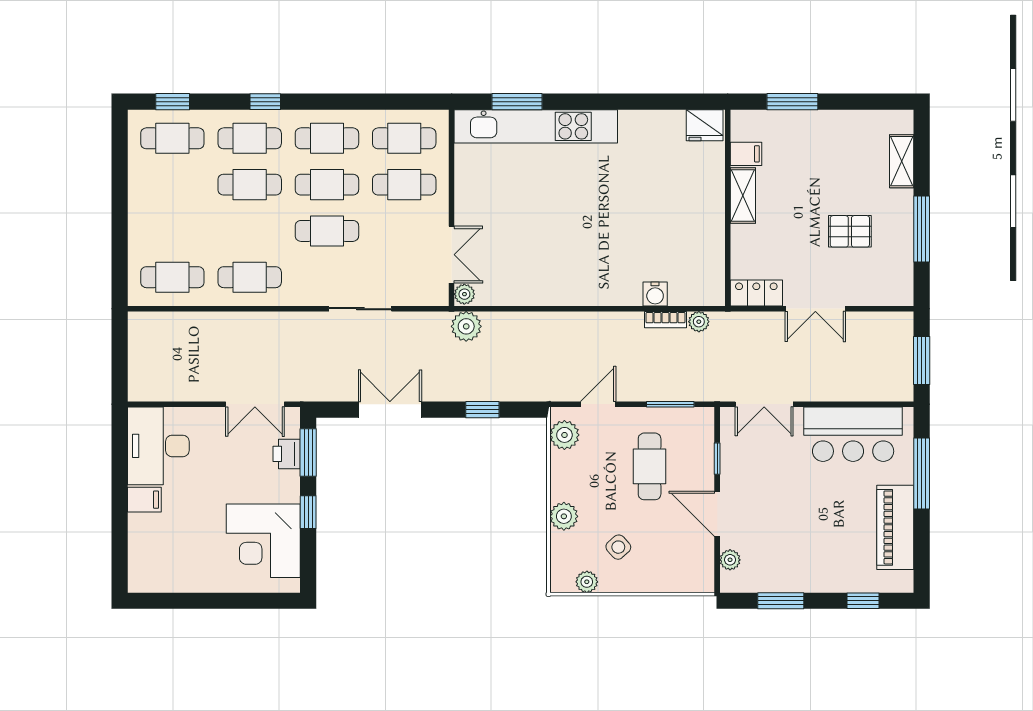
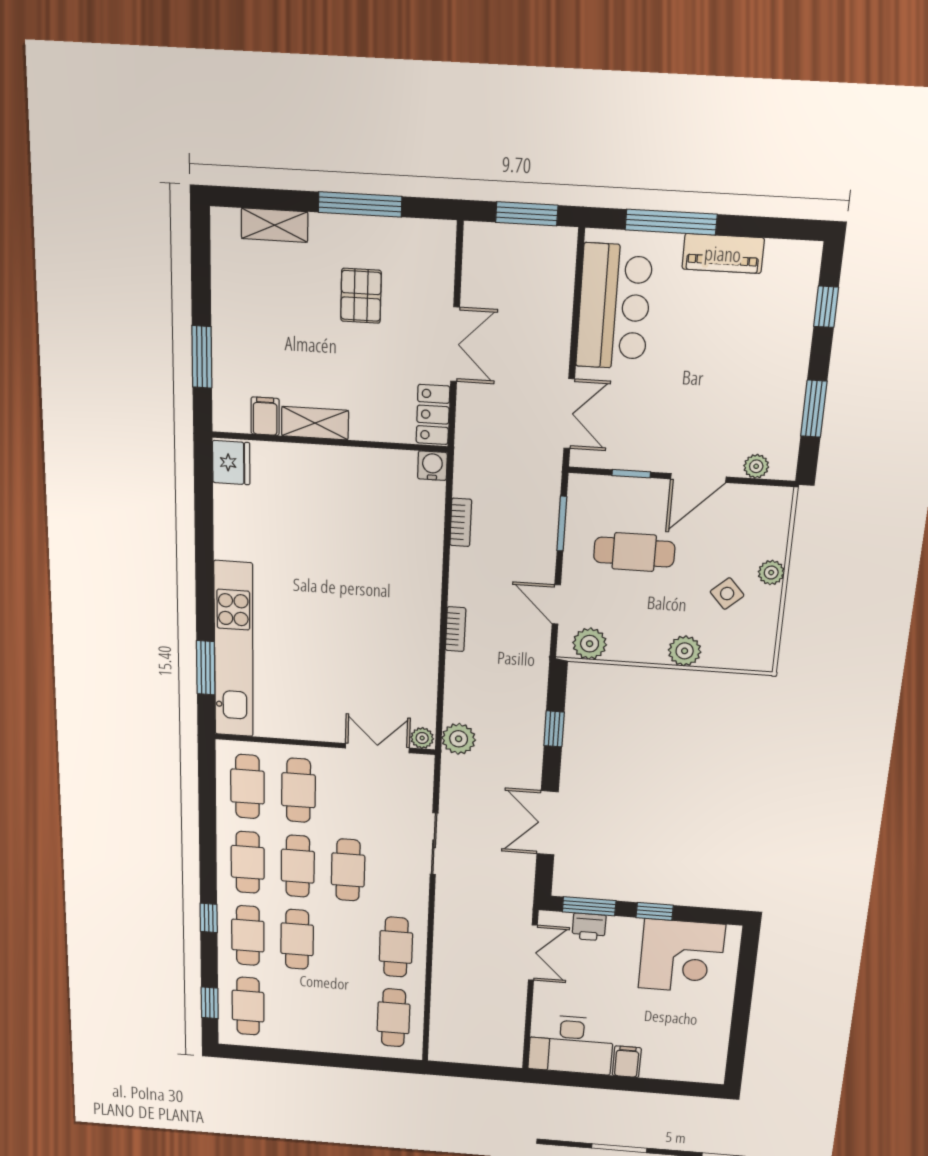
water cooler: (655, 294) -> (432, 466), moved, turned -90
bookcase: (569, 319) -> (456, 629), added
plant: (699, 322) -> (465, 484), removed
piano: (895, 527) -> (723, 253), width x0.73, depth x0.75
plant: (587, 582) -> (771, 573), moved

